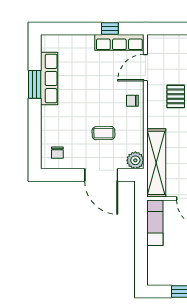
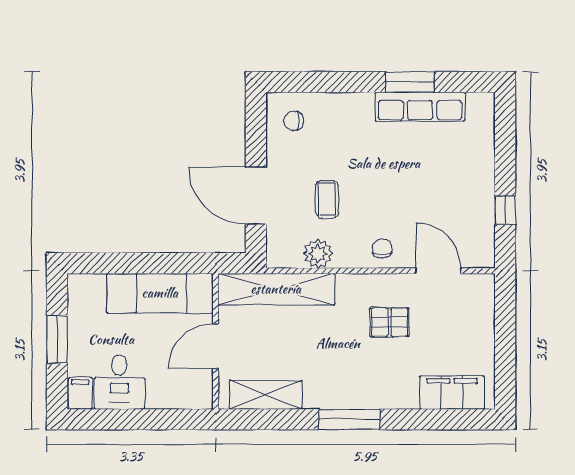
row of seats: (119, 42) -> (482, 226), removed
plant: (135, 160) -> (318, 254), moved
door: (101, 175) -> (256, 196), hinge flipped
exam couch: (155, 223) -> (160, 293), width x1.36, depth x1.45

